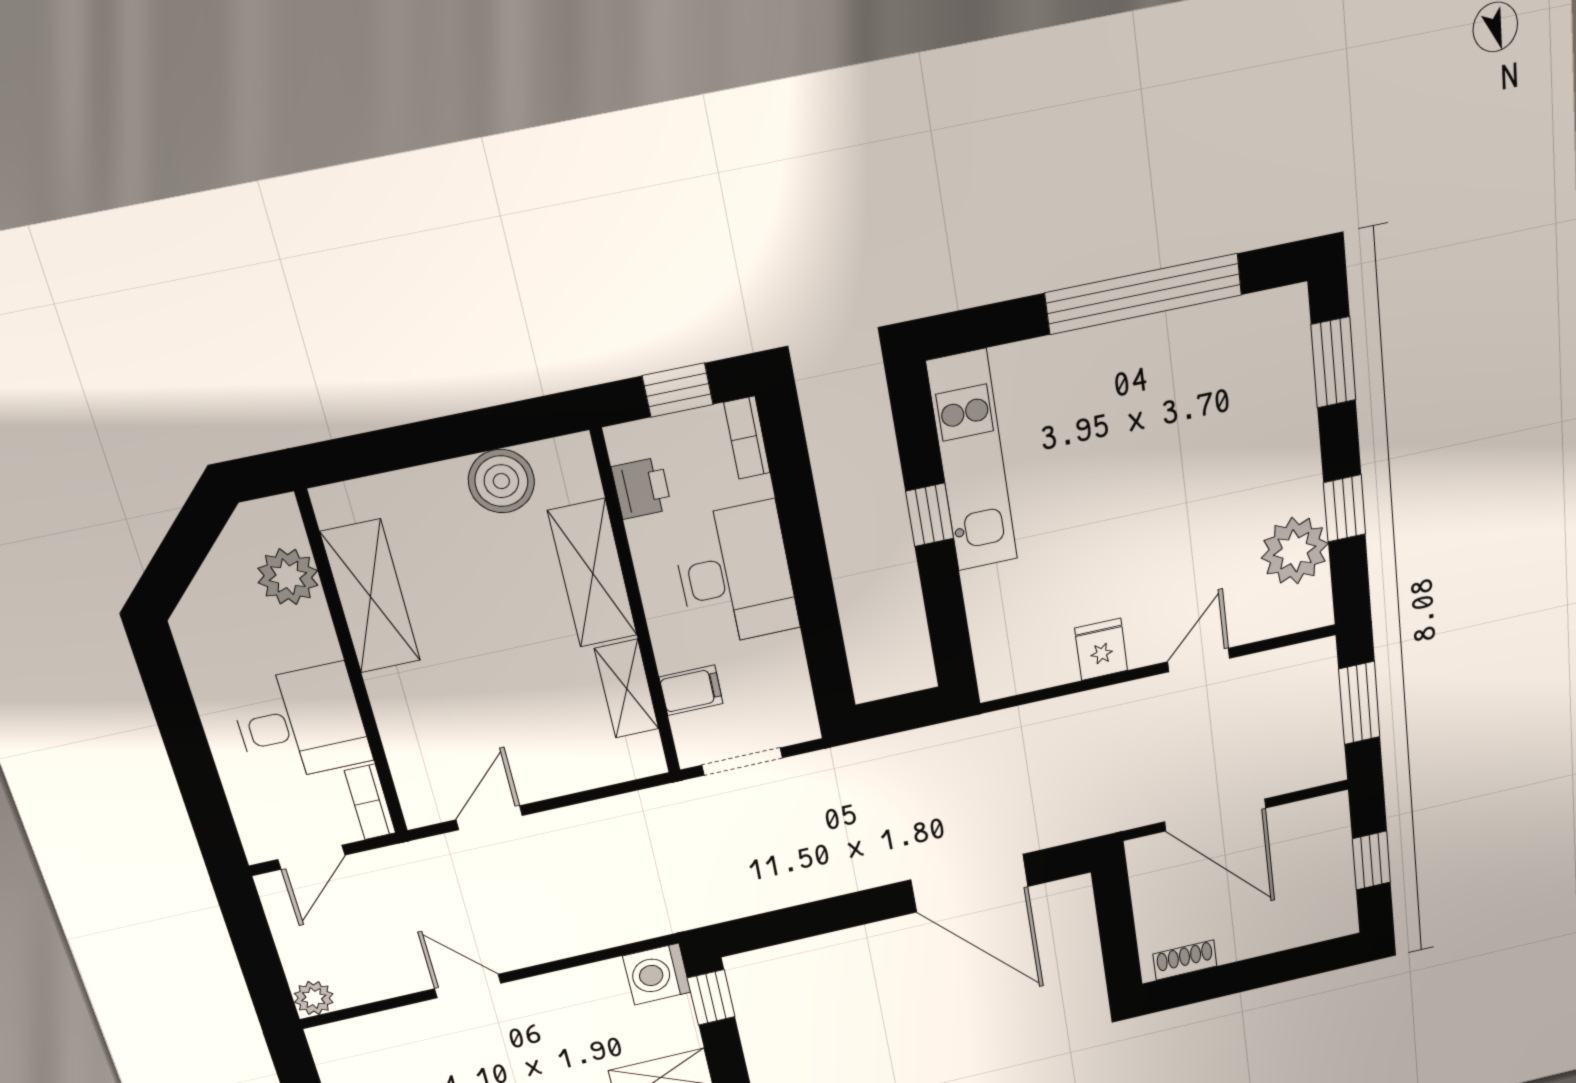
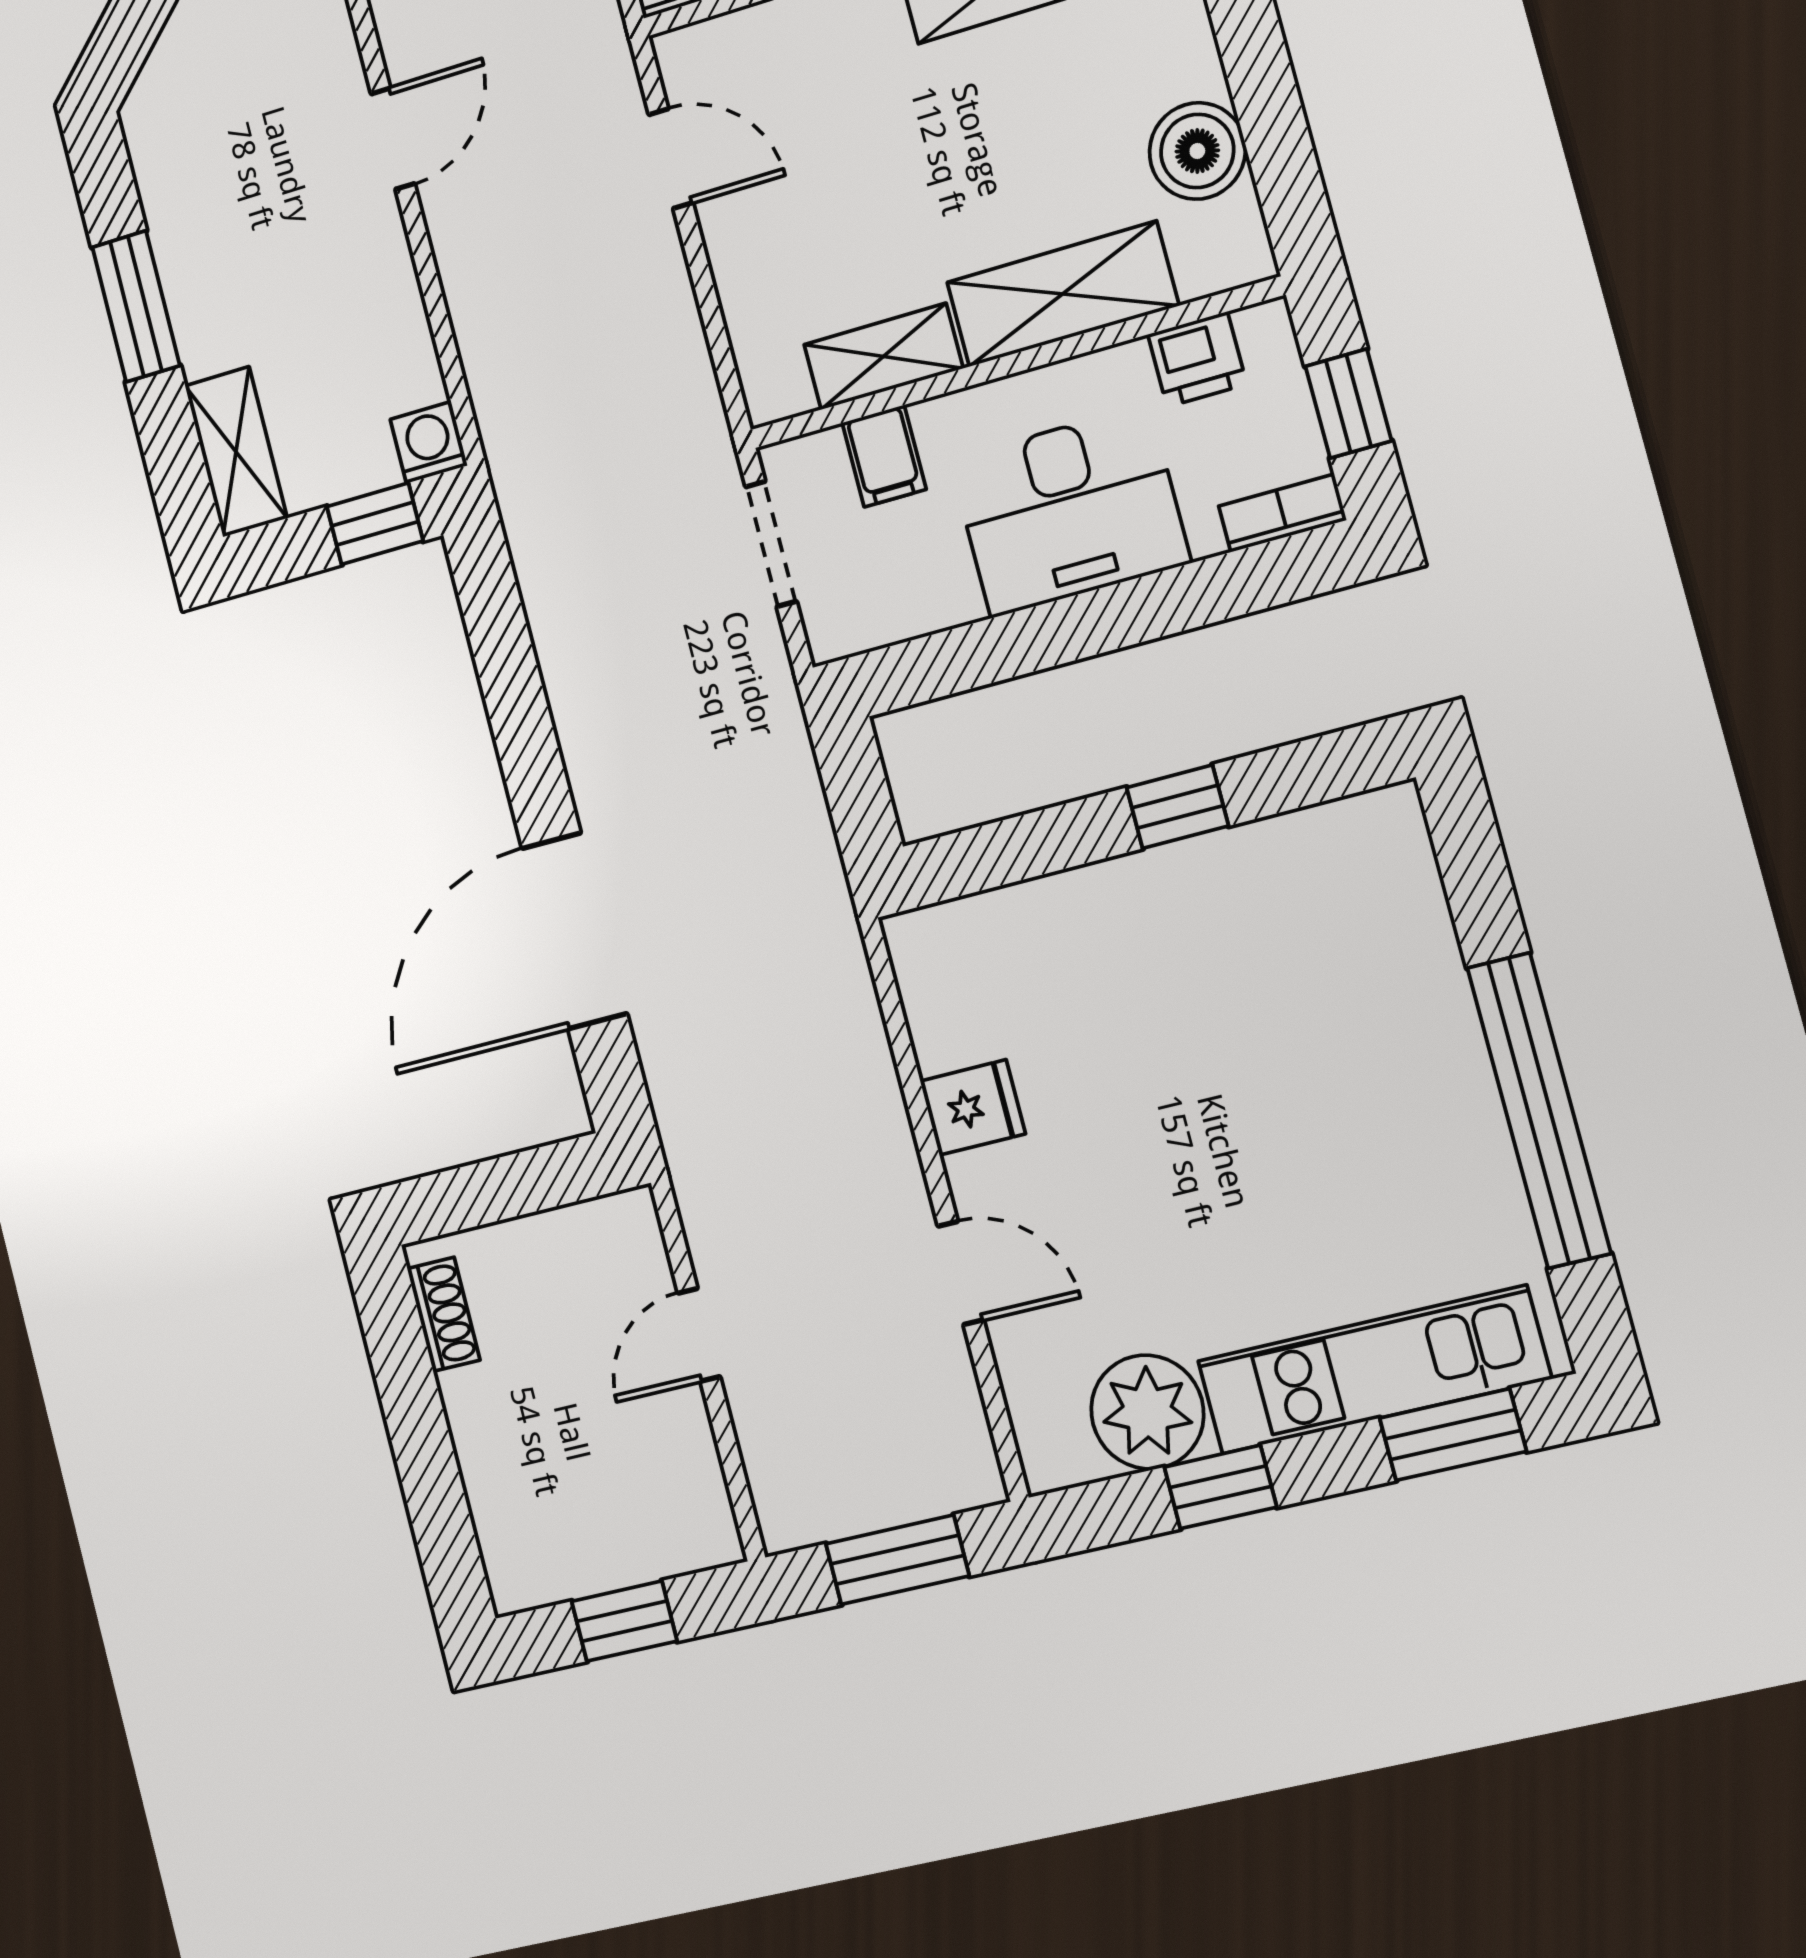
kitchen unit: (972, 462) -> (1374, 1370), moved, turned 180
door: (1215, 815) -> (699, 1335), width x0.53
washing machine: (657, 974) -> (429, 442), width x0.73, depth x0.73

